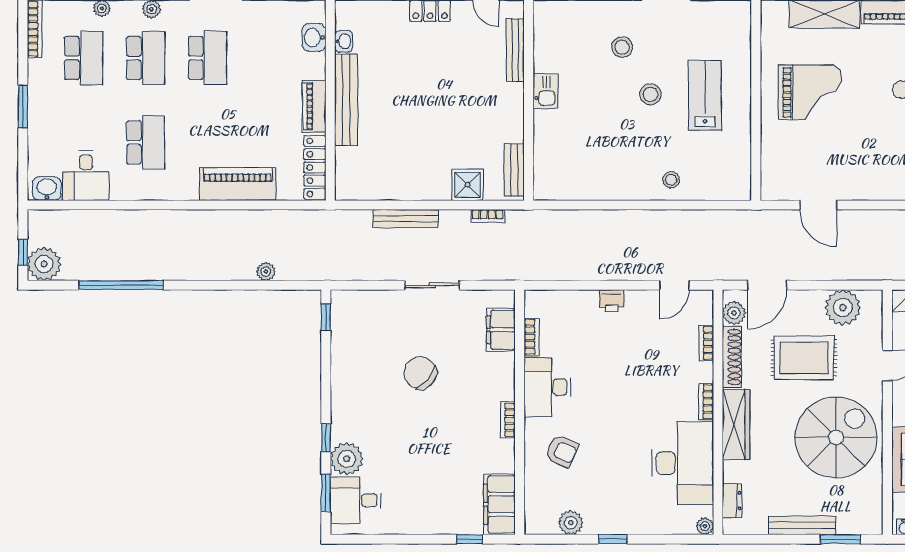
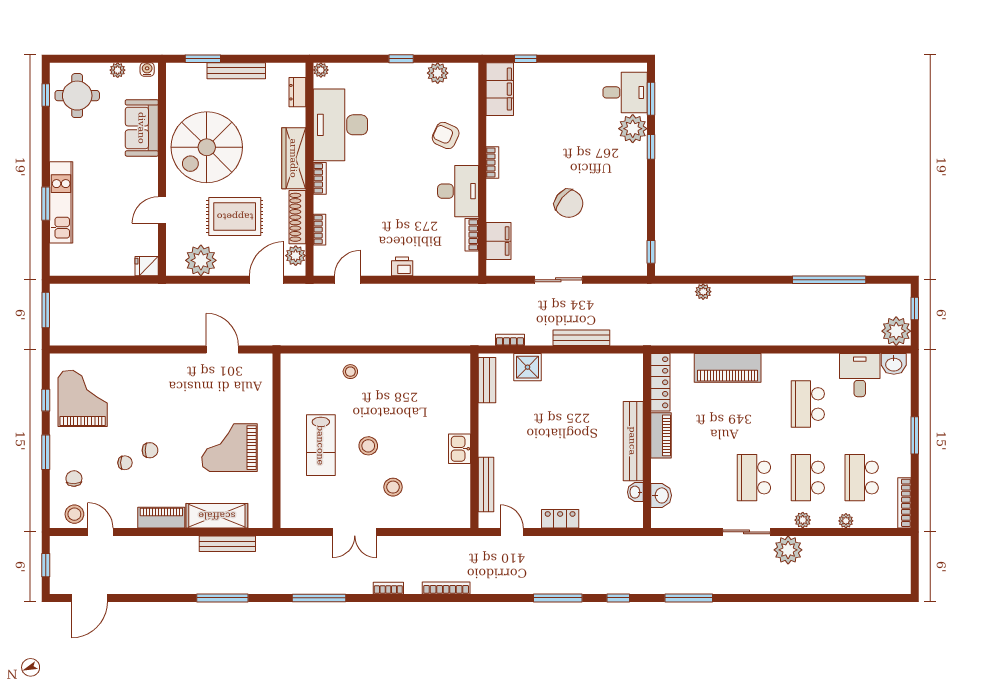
plant: (44, 264) -> (896, 331), moved

